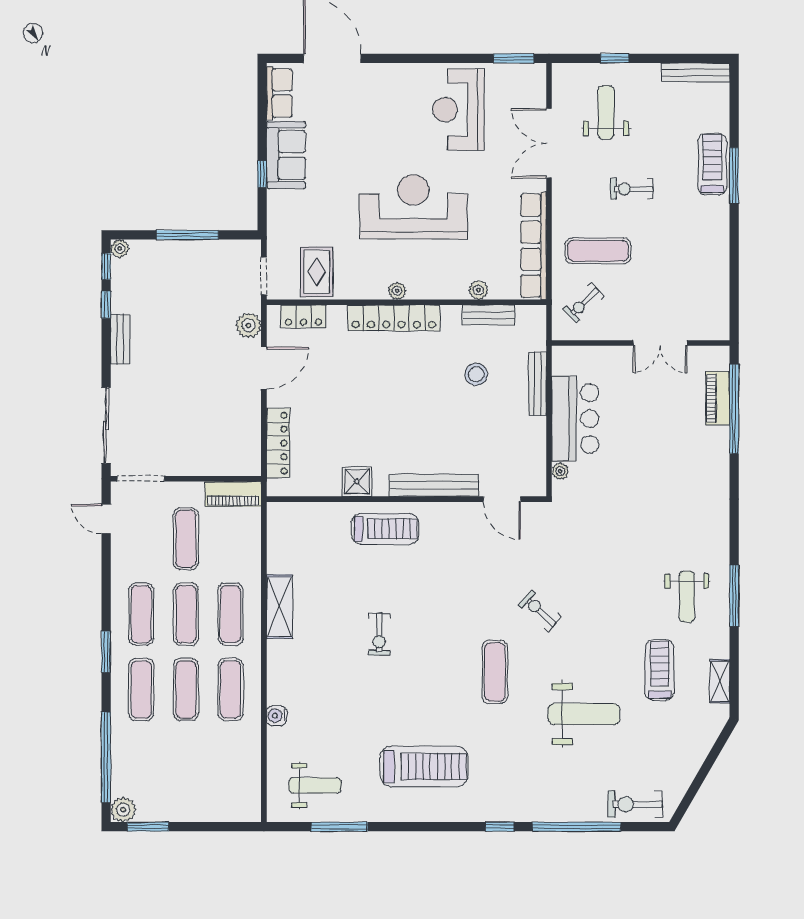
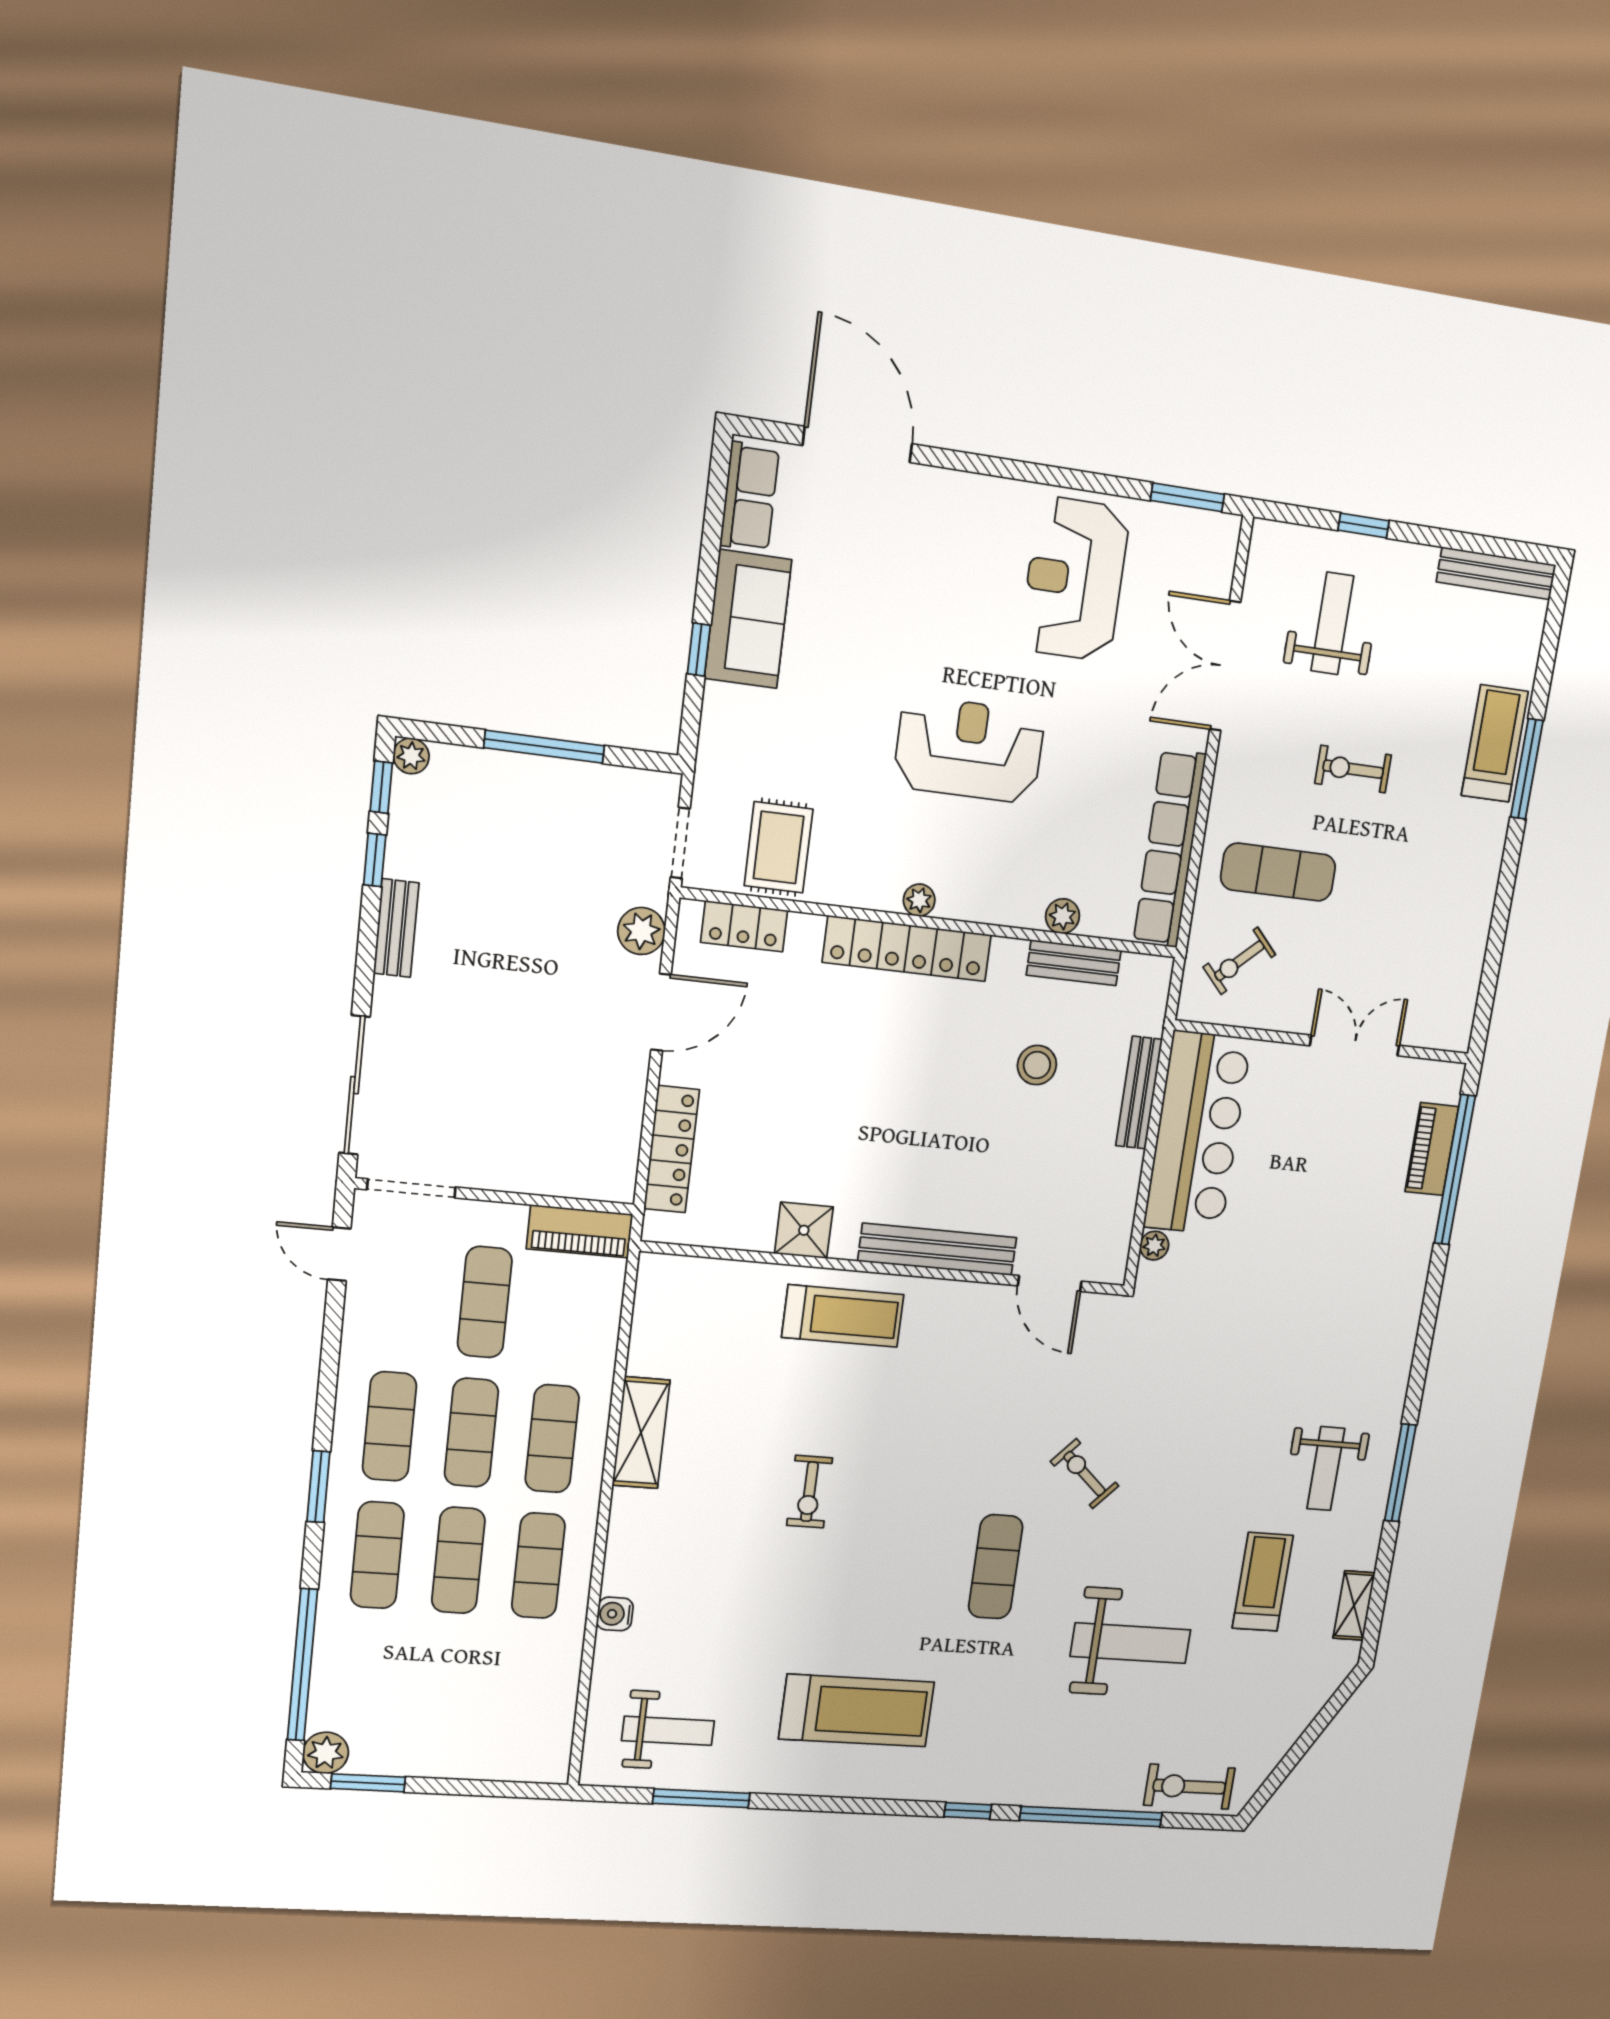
reception desk: (413, 207) -> (969, 750), width x0.74, depth x0.77
double door: (660, 343) -> (1355, 1045), swing flipped
bar counter: (575, 419) -> (1197, 1133), width x1.36

